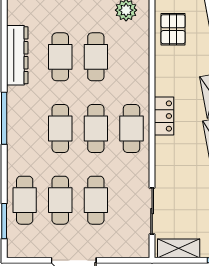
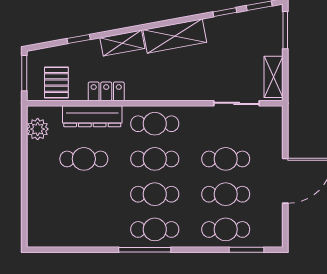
pallet: (173, 29) -> (56, 83), turned 90
dresser: (17, 55) -> (92, 116), moved, turned 180
cafe table: (60, 57) -> (155, 229), moved
locker: (164, 116) -> (106, 91), moved

